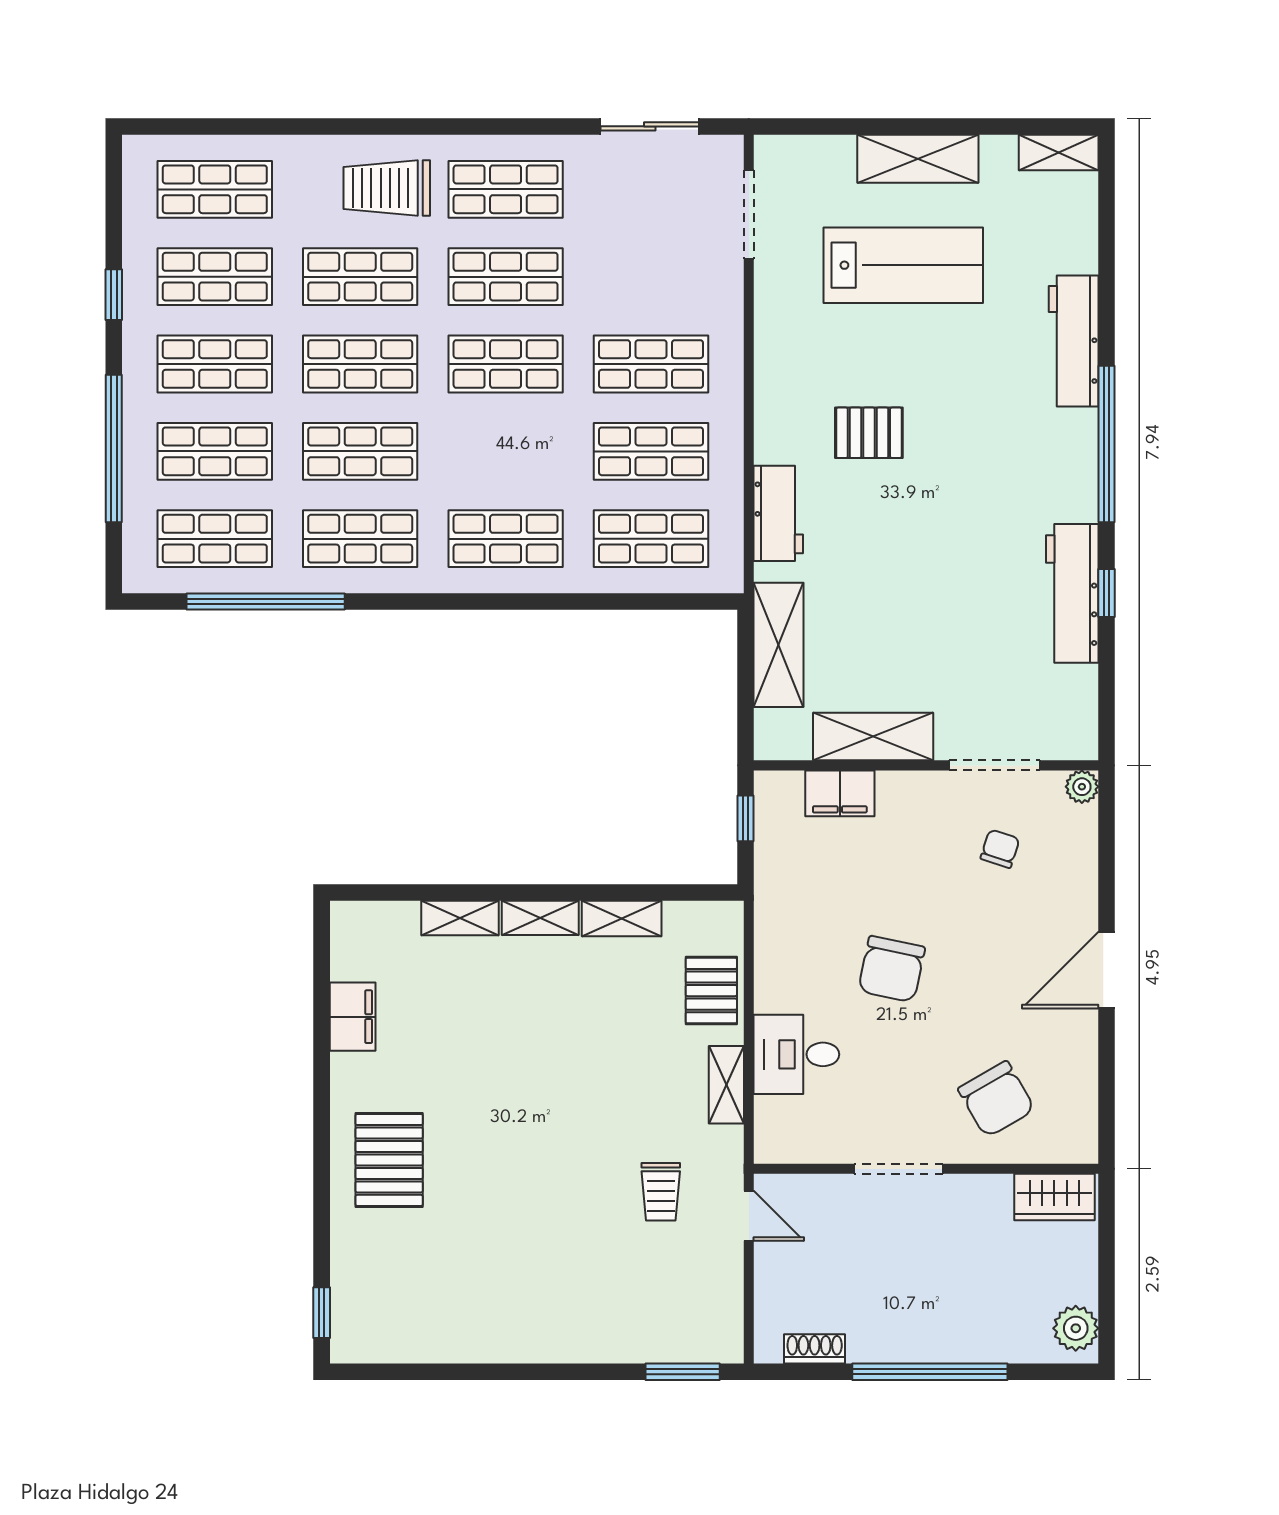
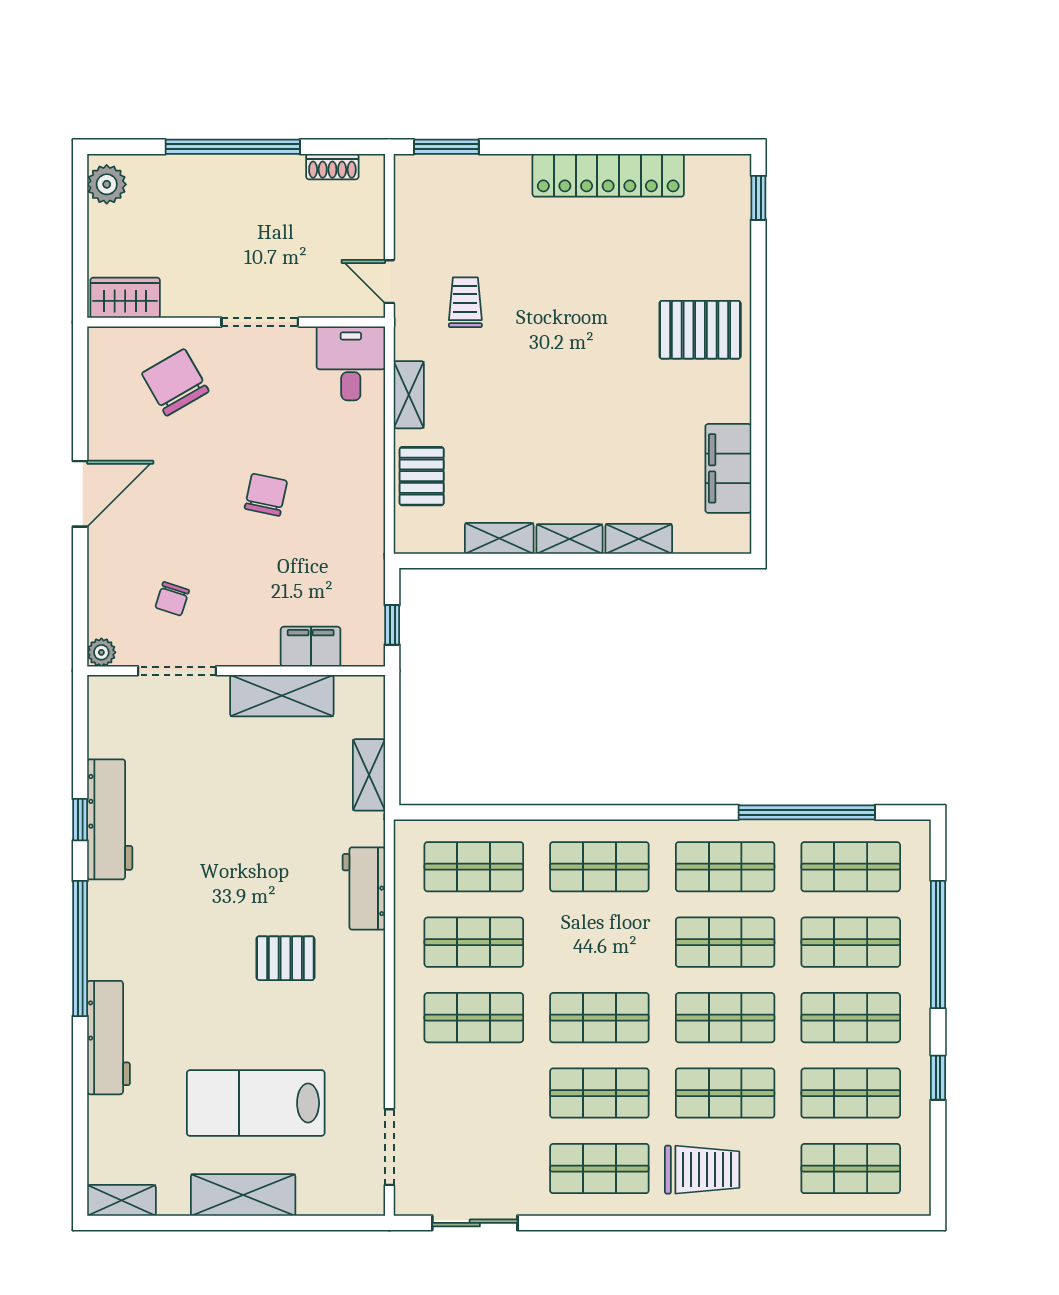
shelving: (778, 645) -> (369, 775), width x0.67, depth x0.75
chair: (892, 969) -> (266, 495), width x0.73, depth x0.73
filing cabinet: (353, 1017) -> (728, 468), width x1.50, depth x1.17
desk: (796, 1054) -> (351, 363), moved, turned -90
pallet: (389, 1160) -> (700, 330), turned 90
locker: (495, 1339) -> (608, 175), added

